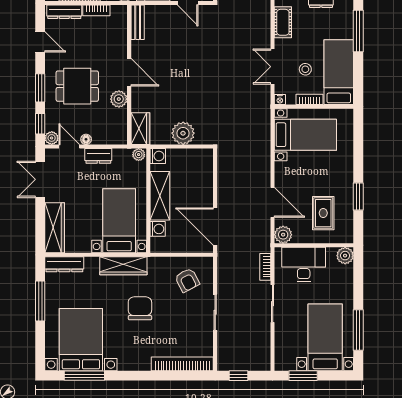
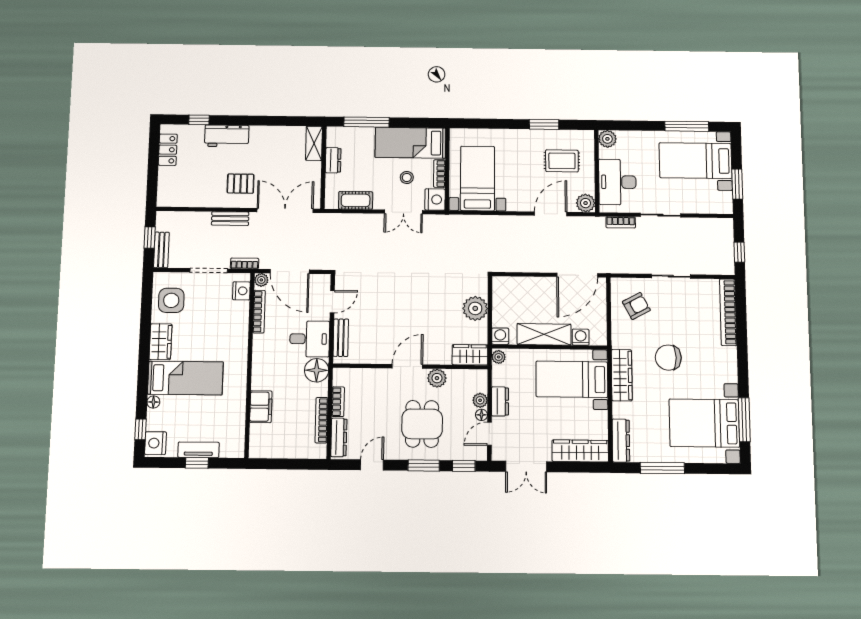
bench: (138, 22) -> (341, 338), moved, turned 90
nightstand: (280, 100) -> (435, 200), width x1.89, depth x1.79
plant: (52, 138) -> (480, 400), moved

